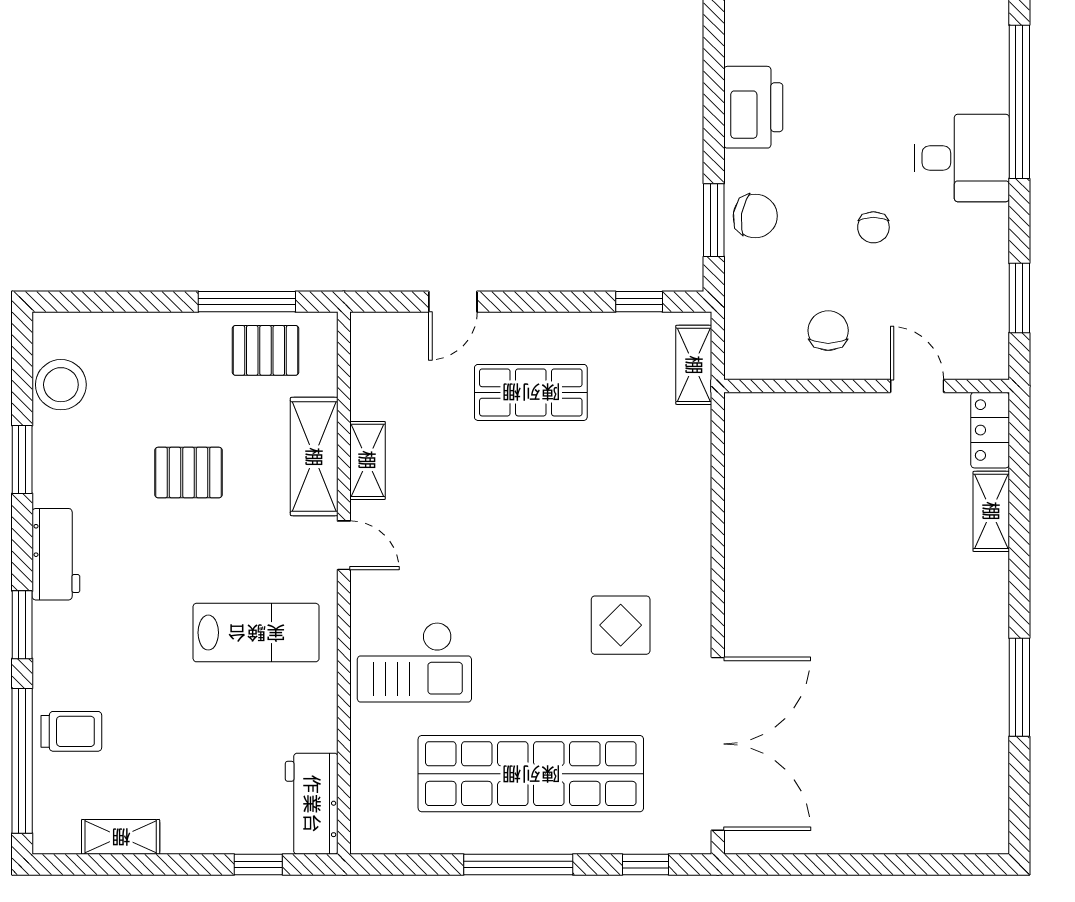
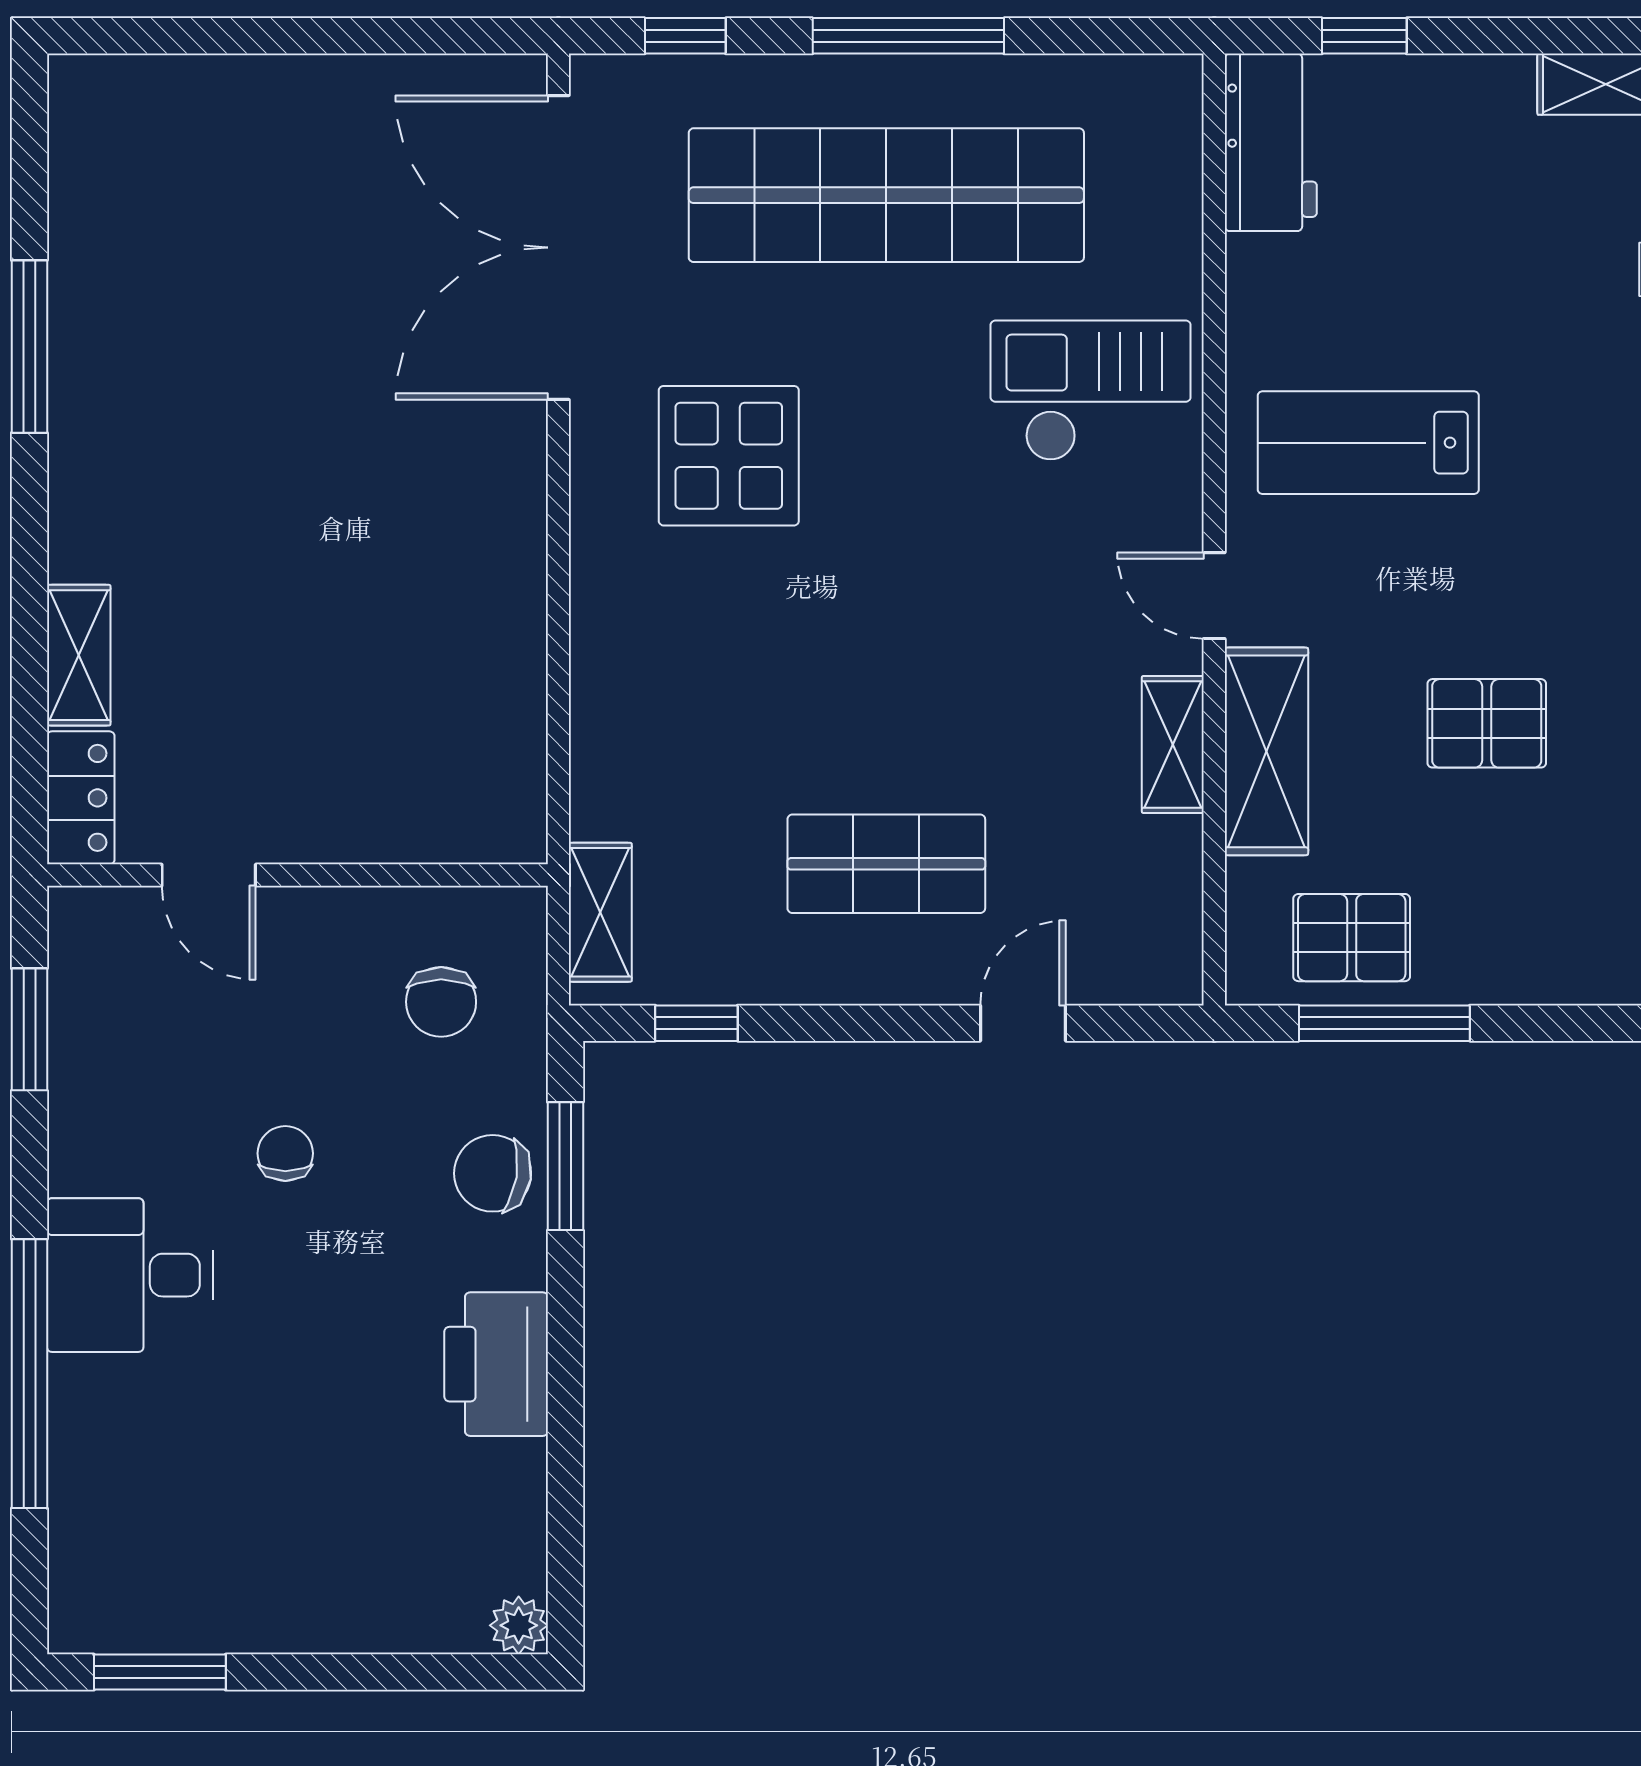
chair: (828, 331) -> (441, 1002), moved
display table: (621, 625) -> (729, 456), width x1.36, depth x1.36

